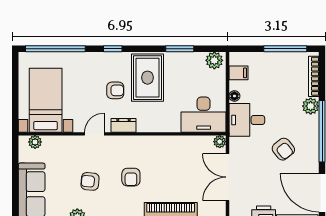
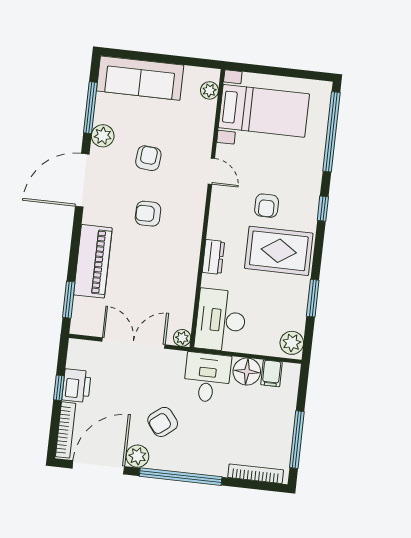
floor lamp: (234, 96) -> (247, 372), width x1.89, depth x1.89
plant: (311, 106) -> (137, 456), moved
dresser: (123, 125) -> (213, 257), moved

